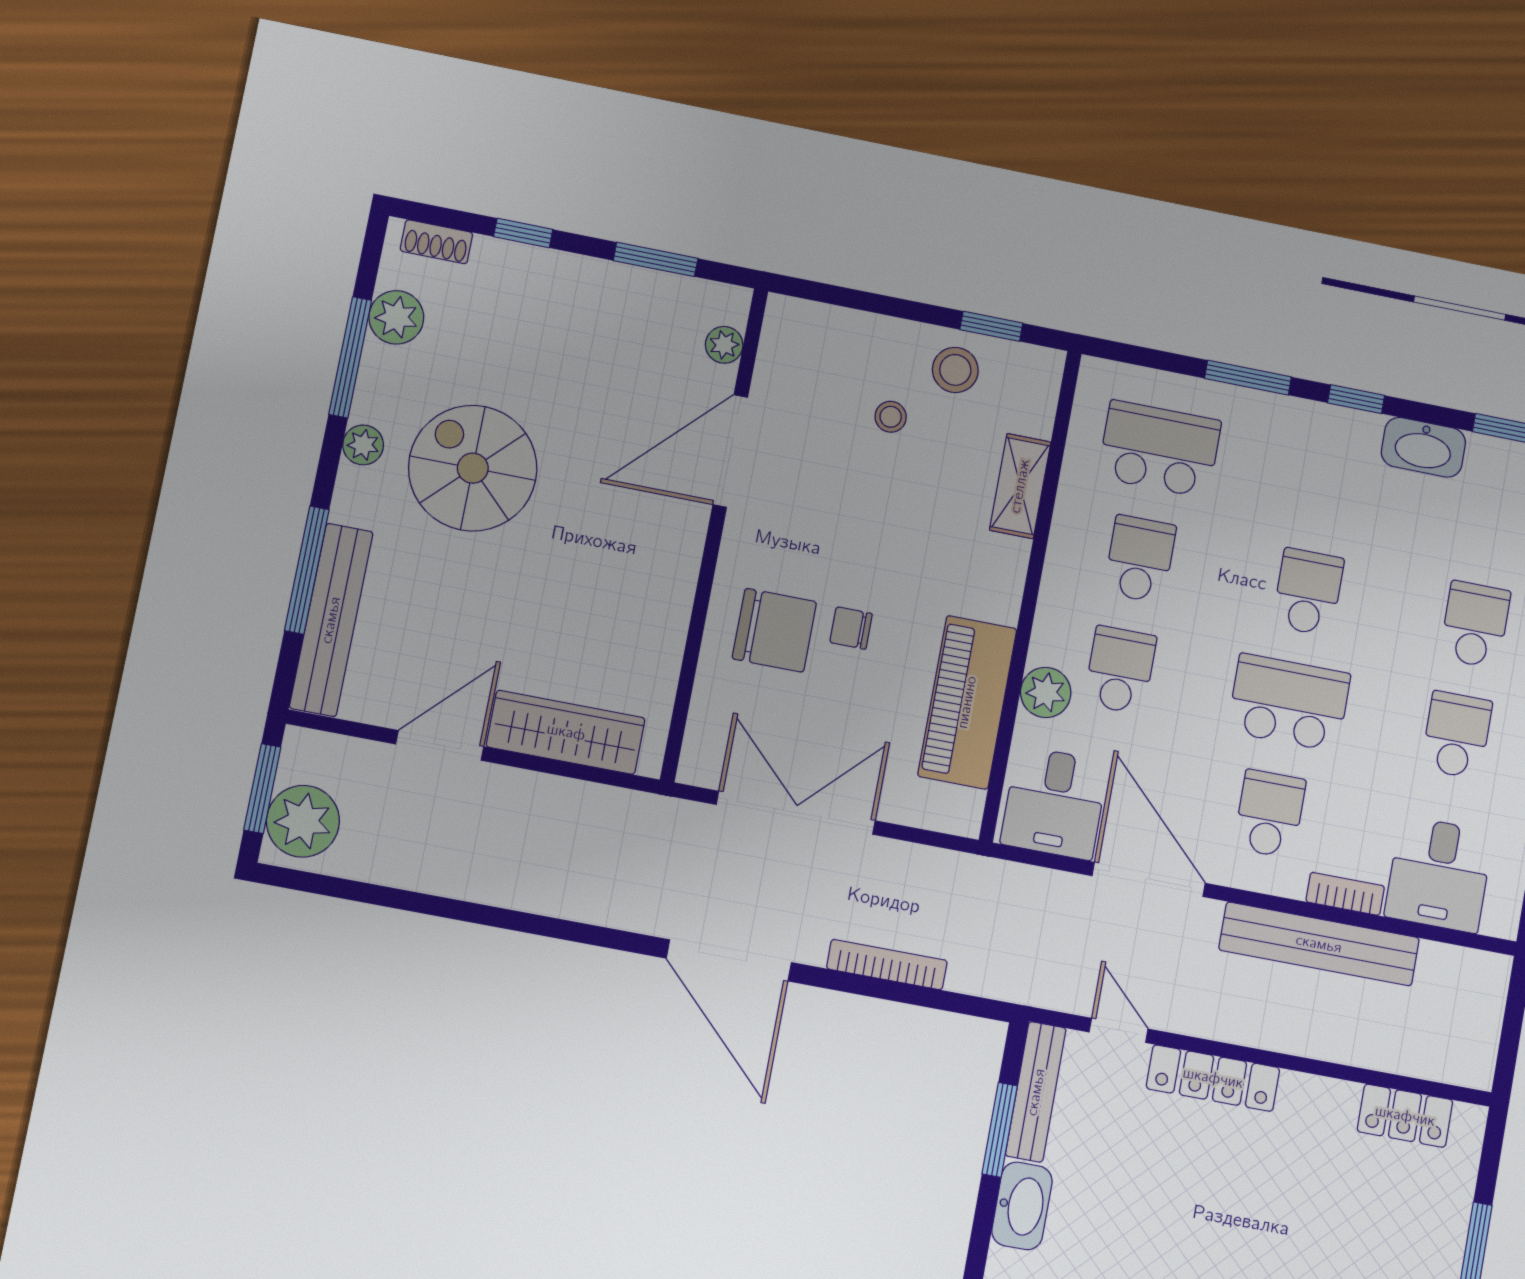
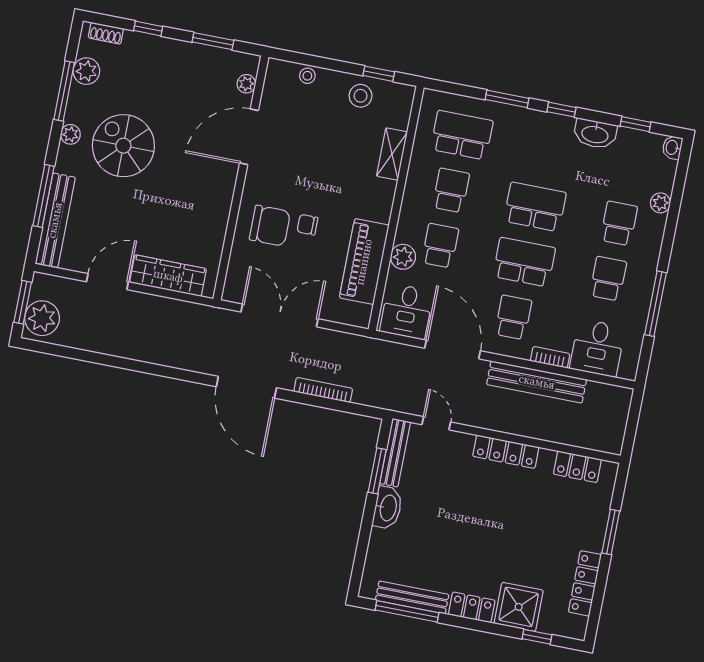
stool: (891, 417) -> (307, 76), moved
school desk: (1308, 592) -> (535, 207), width x1.85
locker: (1213, 1078) -> (506, 452), moved

